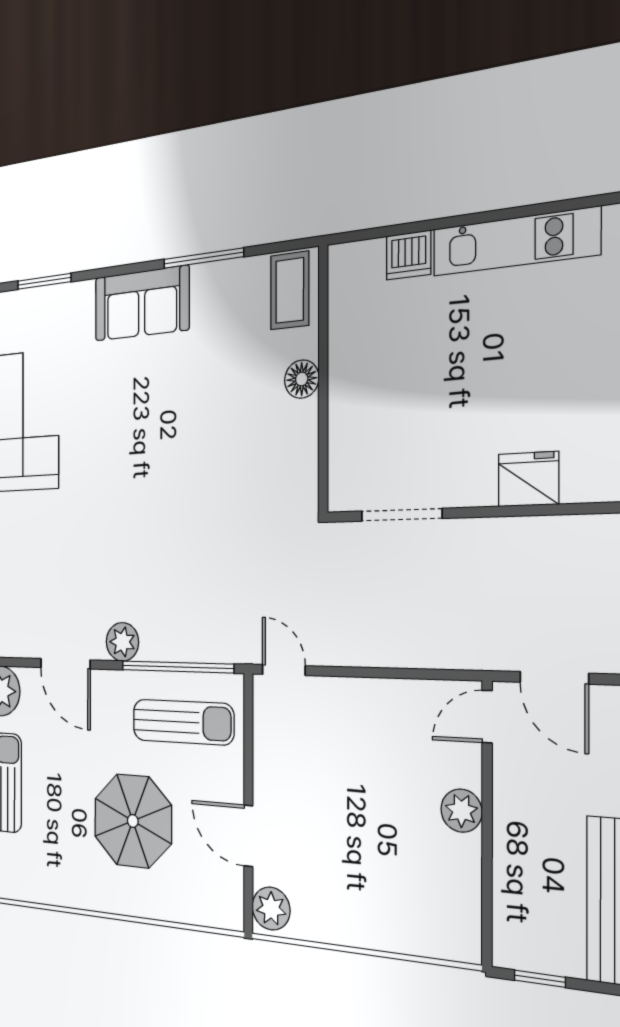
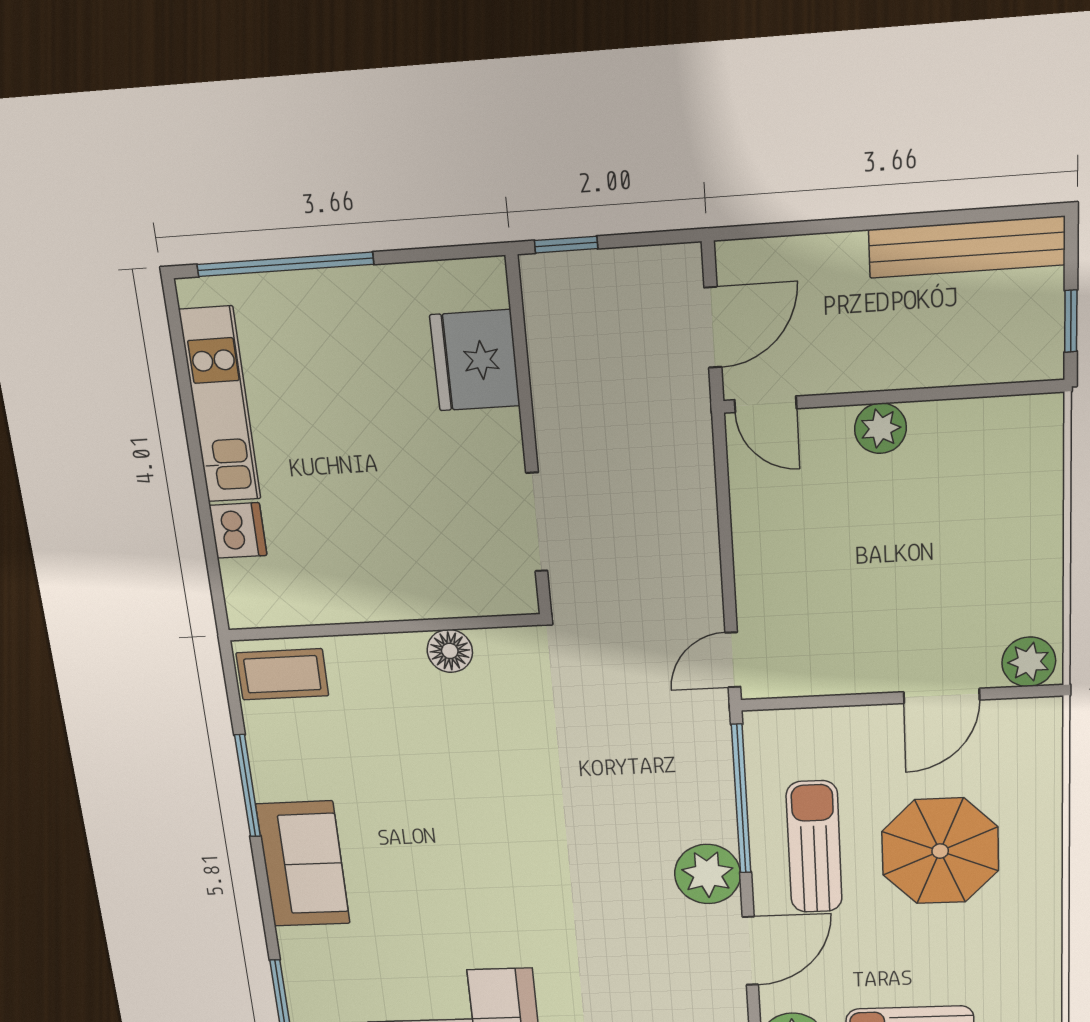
floor lamp: (302, 379) -> (450, 651), moved
fridge: (528, 479) -> (475, 360), width x1.36, depth x1.34
plant: (122, 642) -> (708, 874), width x1.36, depth x1.36
sun lounger: (183, 722) -> (814, 847), moved

